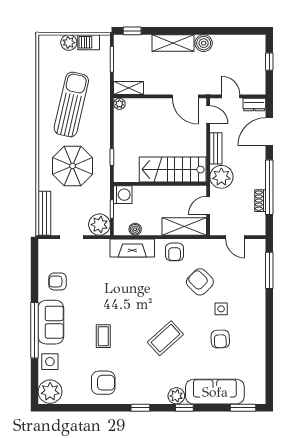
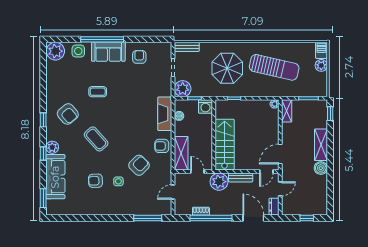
barbecue: (89, 42) -> (321, 50), moved
bench: (44, 213) -> (187, 47), width x0.73
armchair: (103, 383) -> (68, 114), moved, turned -41

